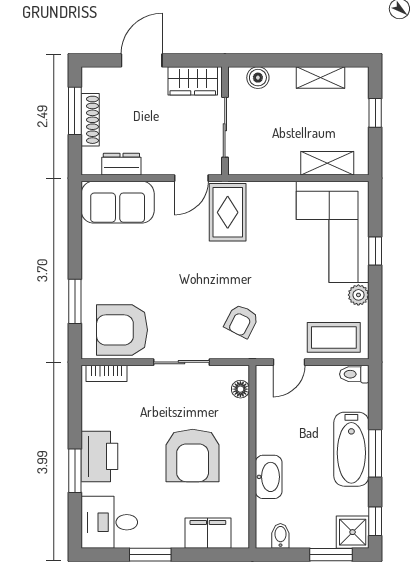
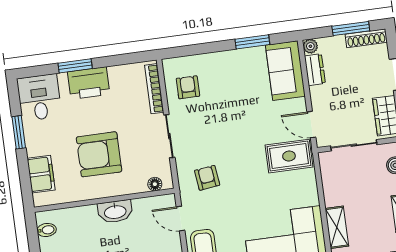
shoe rack: (90, 120) -> (366, 38), moved
plant: (91, 166) -> (310, 46), added
window: (75, 301) -> (252, 42), moved
armchair: (241, 321) -> (207, 178), turned 56
armchair: (122, 330) -> (188, 87), width x0.53, depth x0.53
bookcase: (107, 373) -> (154, 89), width x1.56
washbasin: (269, 477) -> (115, 212), moved

